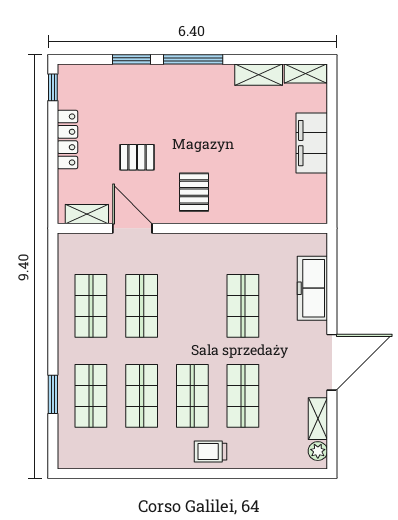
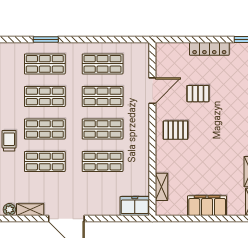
pallet: (137, 157) -> (198, 94), turned 90
shelving: (87, 214) -> (161, 187), moved
freezer: (312, 288) -> (135, 206), moved, width x0.71
shop shelf: (192, 306) -> (103, 129), added

